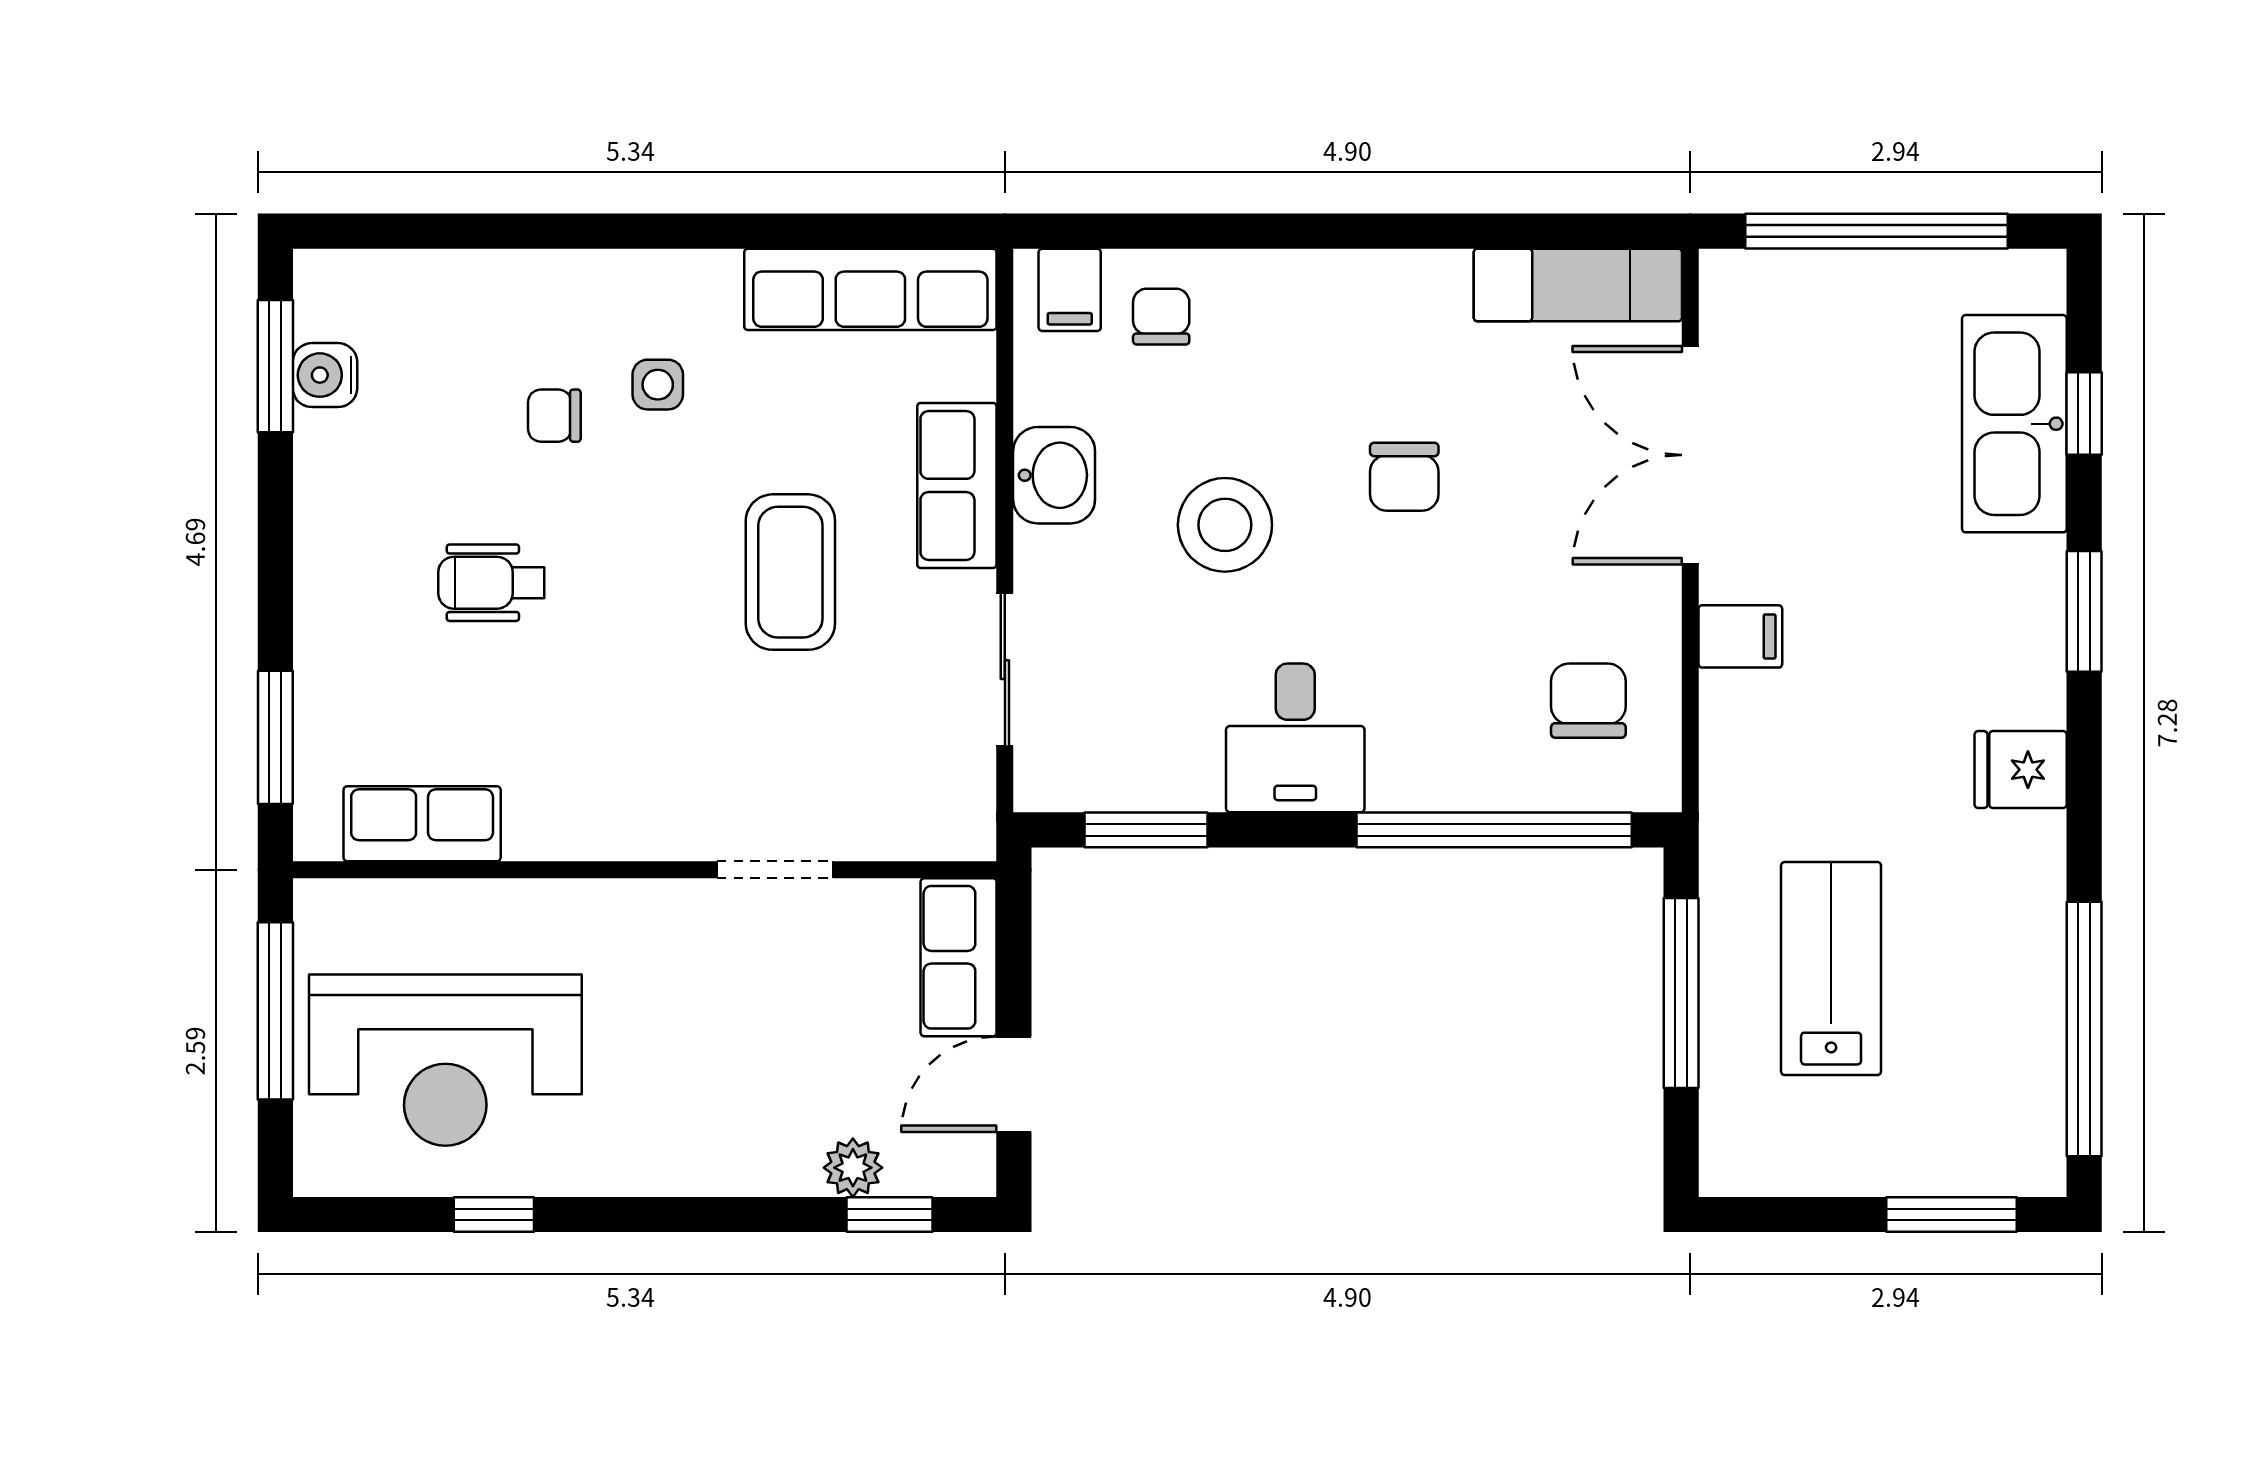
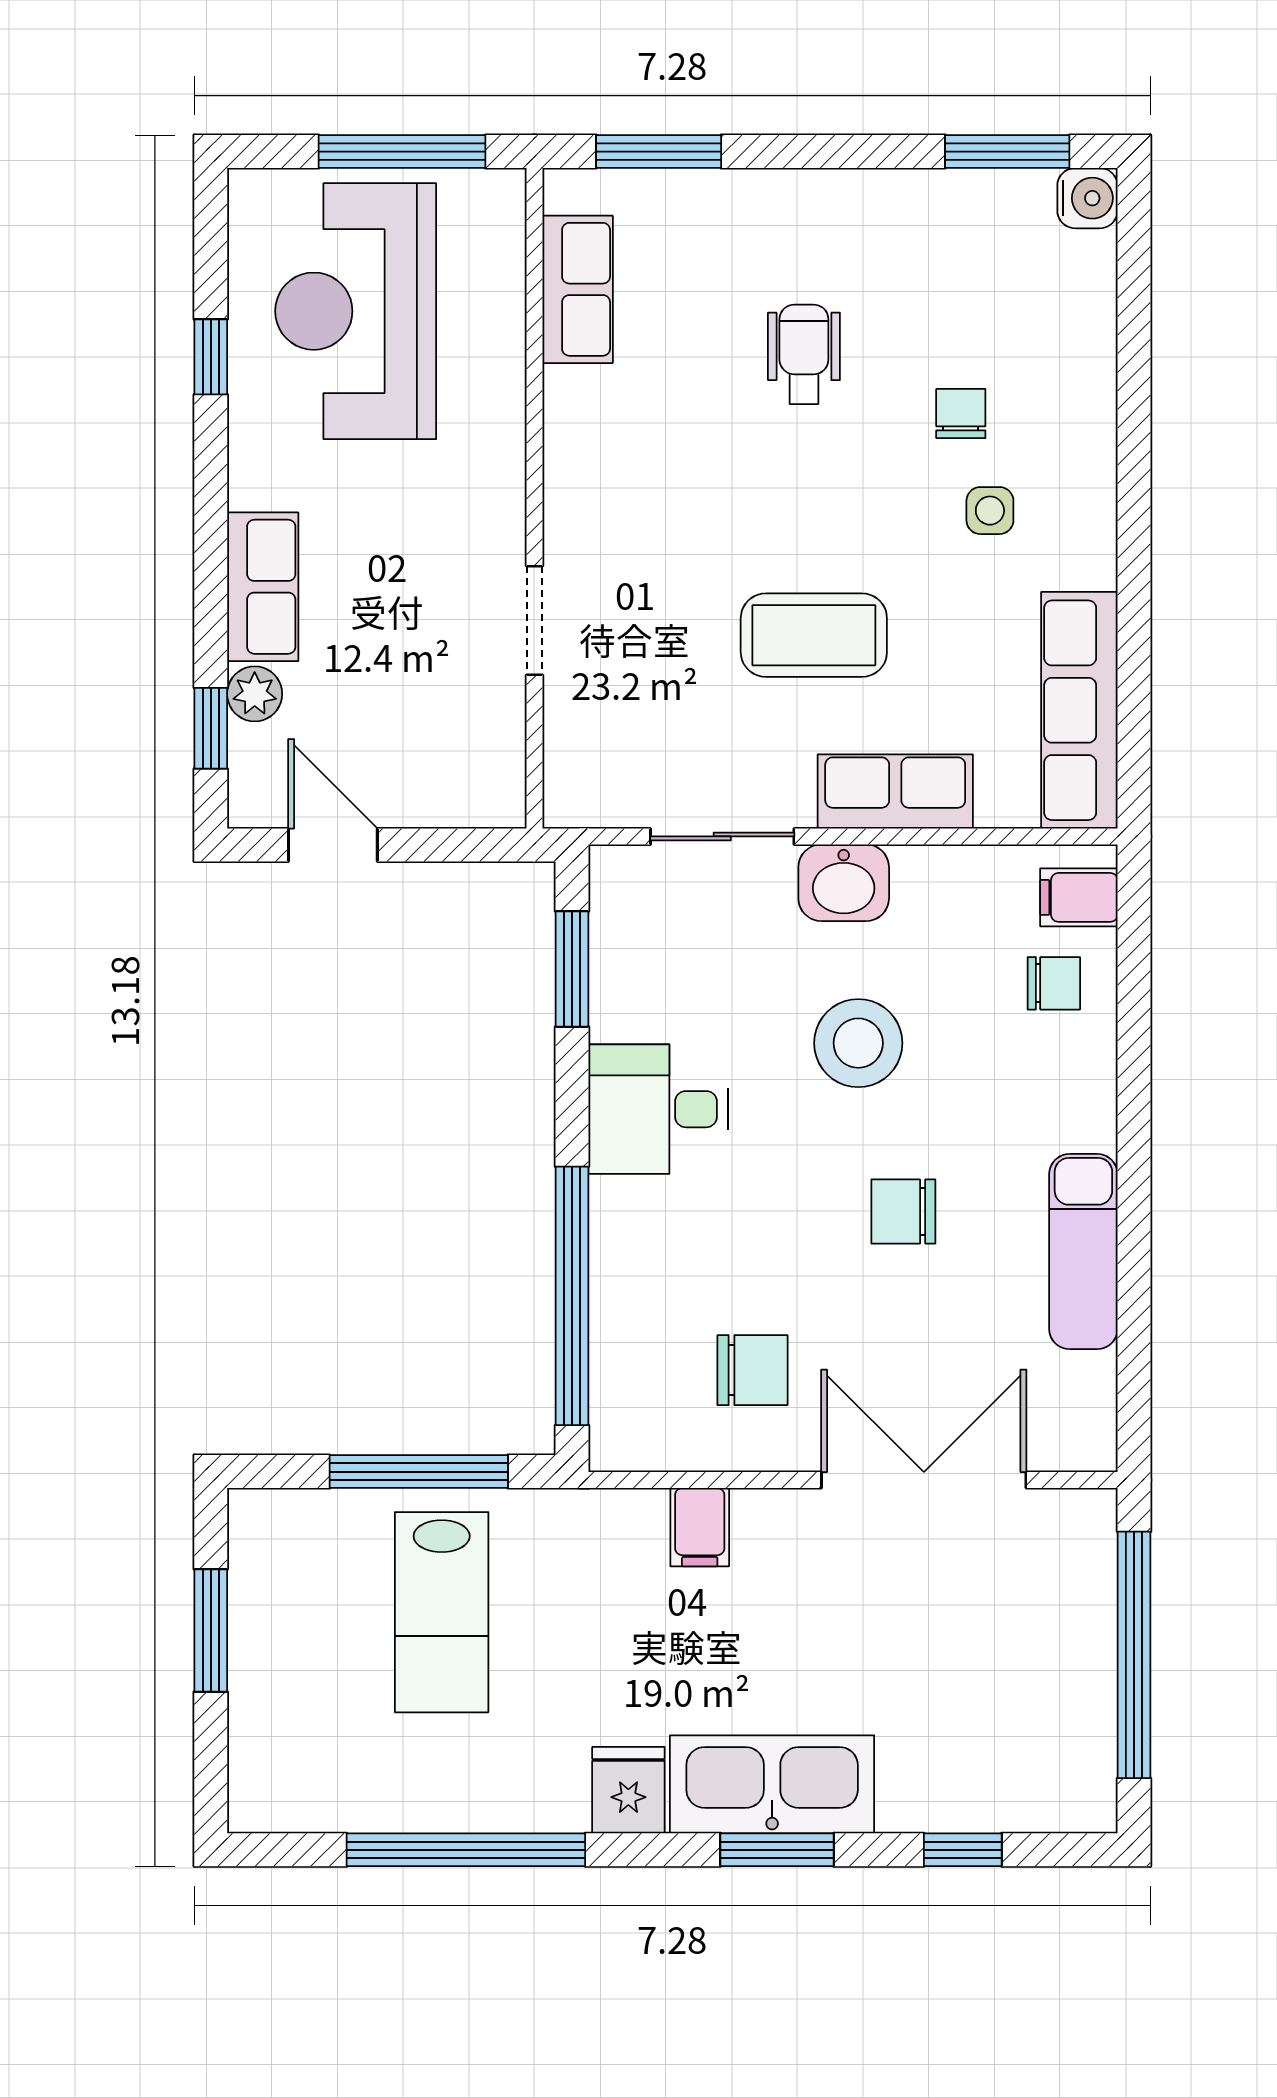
exam couch: (1578, 285) -> (1083, 1252), moved
water cooler: (325, 375) -> (1087, 198), moved, turned 90
kitchen sink: (2014, 424) -> (772, 1784), moved
washbasin: (1054, 475) -> (844, 883), moved
filing cabinet: (1740, 636) -> (700, 1527), moved
chair: (1588, 701) -> (753, 1370), moved
row of seats: (959, 957) -> (263, 587), moved, turned 90
lab bench: (1831, 969) -> (442, 1612), turned 90
window: (2084, 1029) -> (466, 1850), moved
window: (1952, 1214) -> (211, 1630), moved

